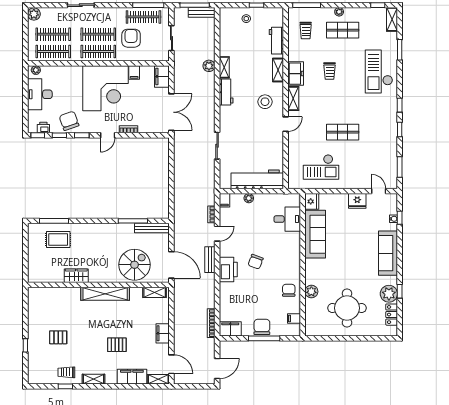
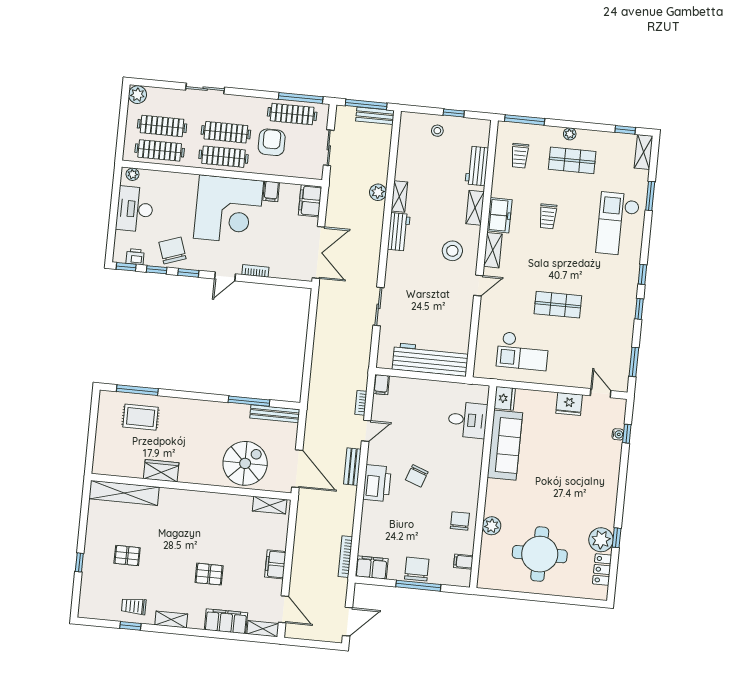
plant: (249, 198) -> (416, 385), removed
sofa: (388, 253) -> (605, 482), removed
shelving: (105, 294) -> (124, 493), moved

